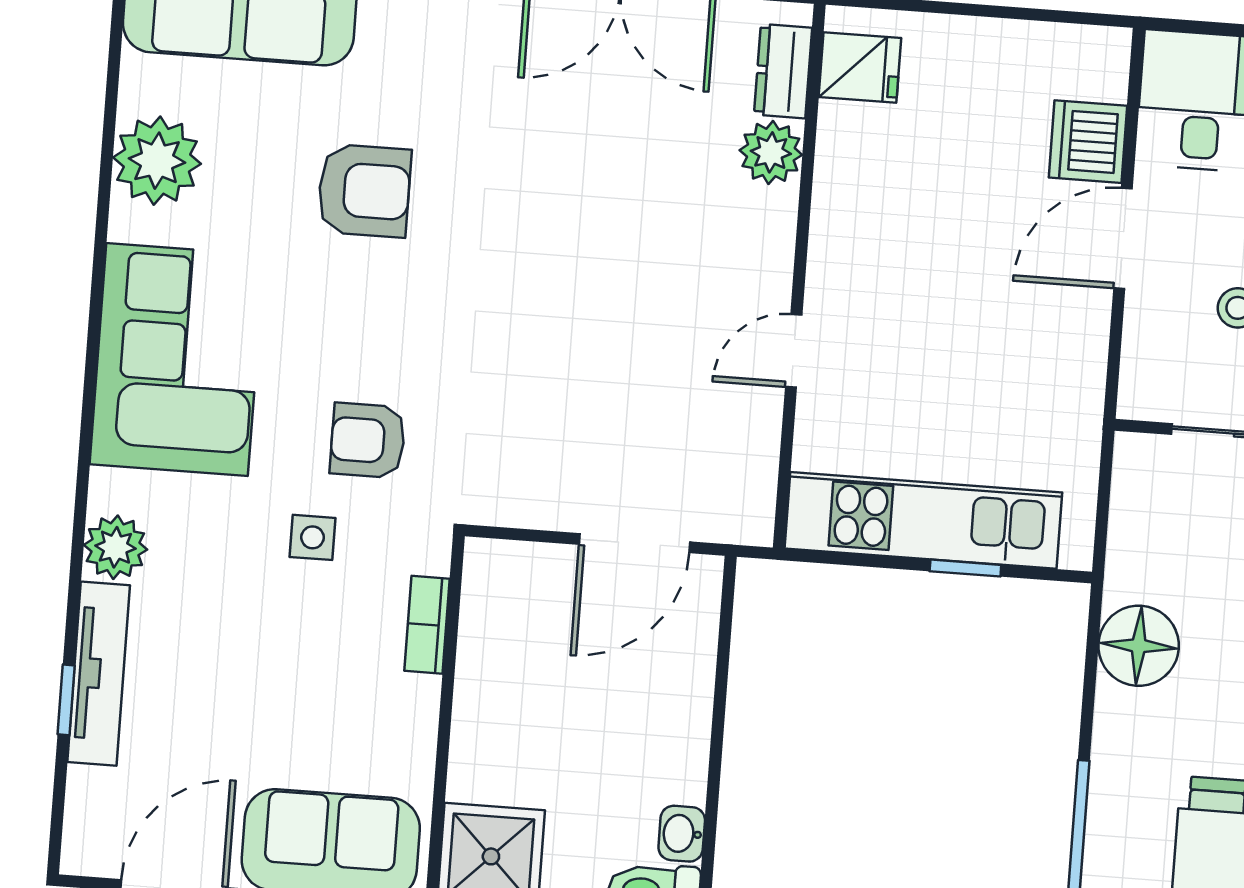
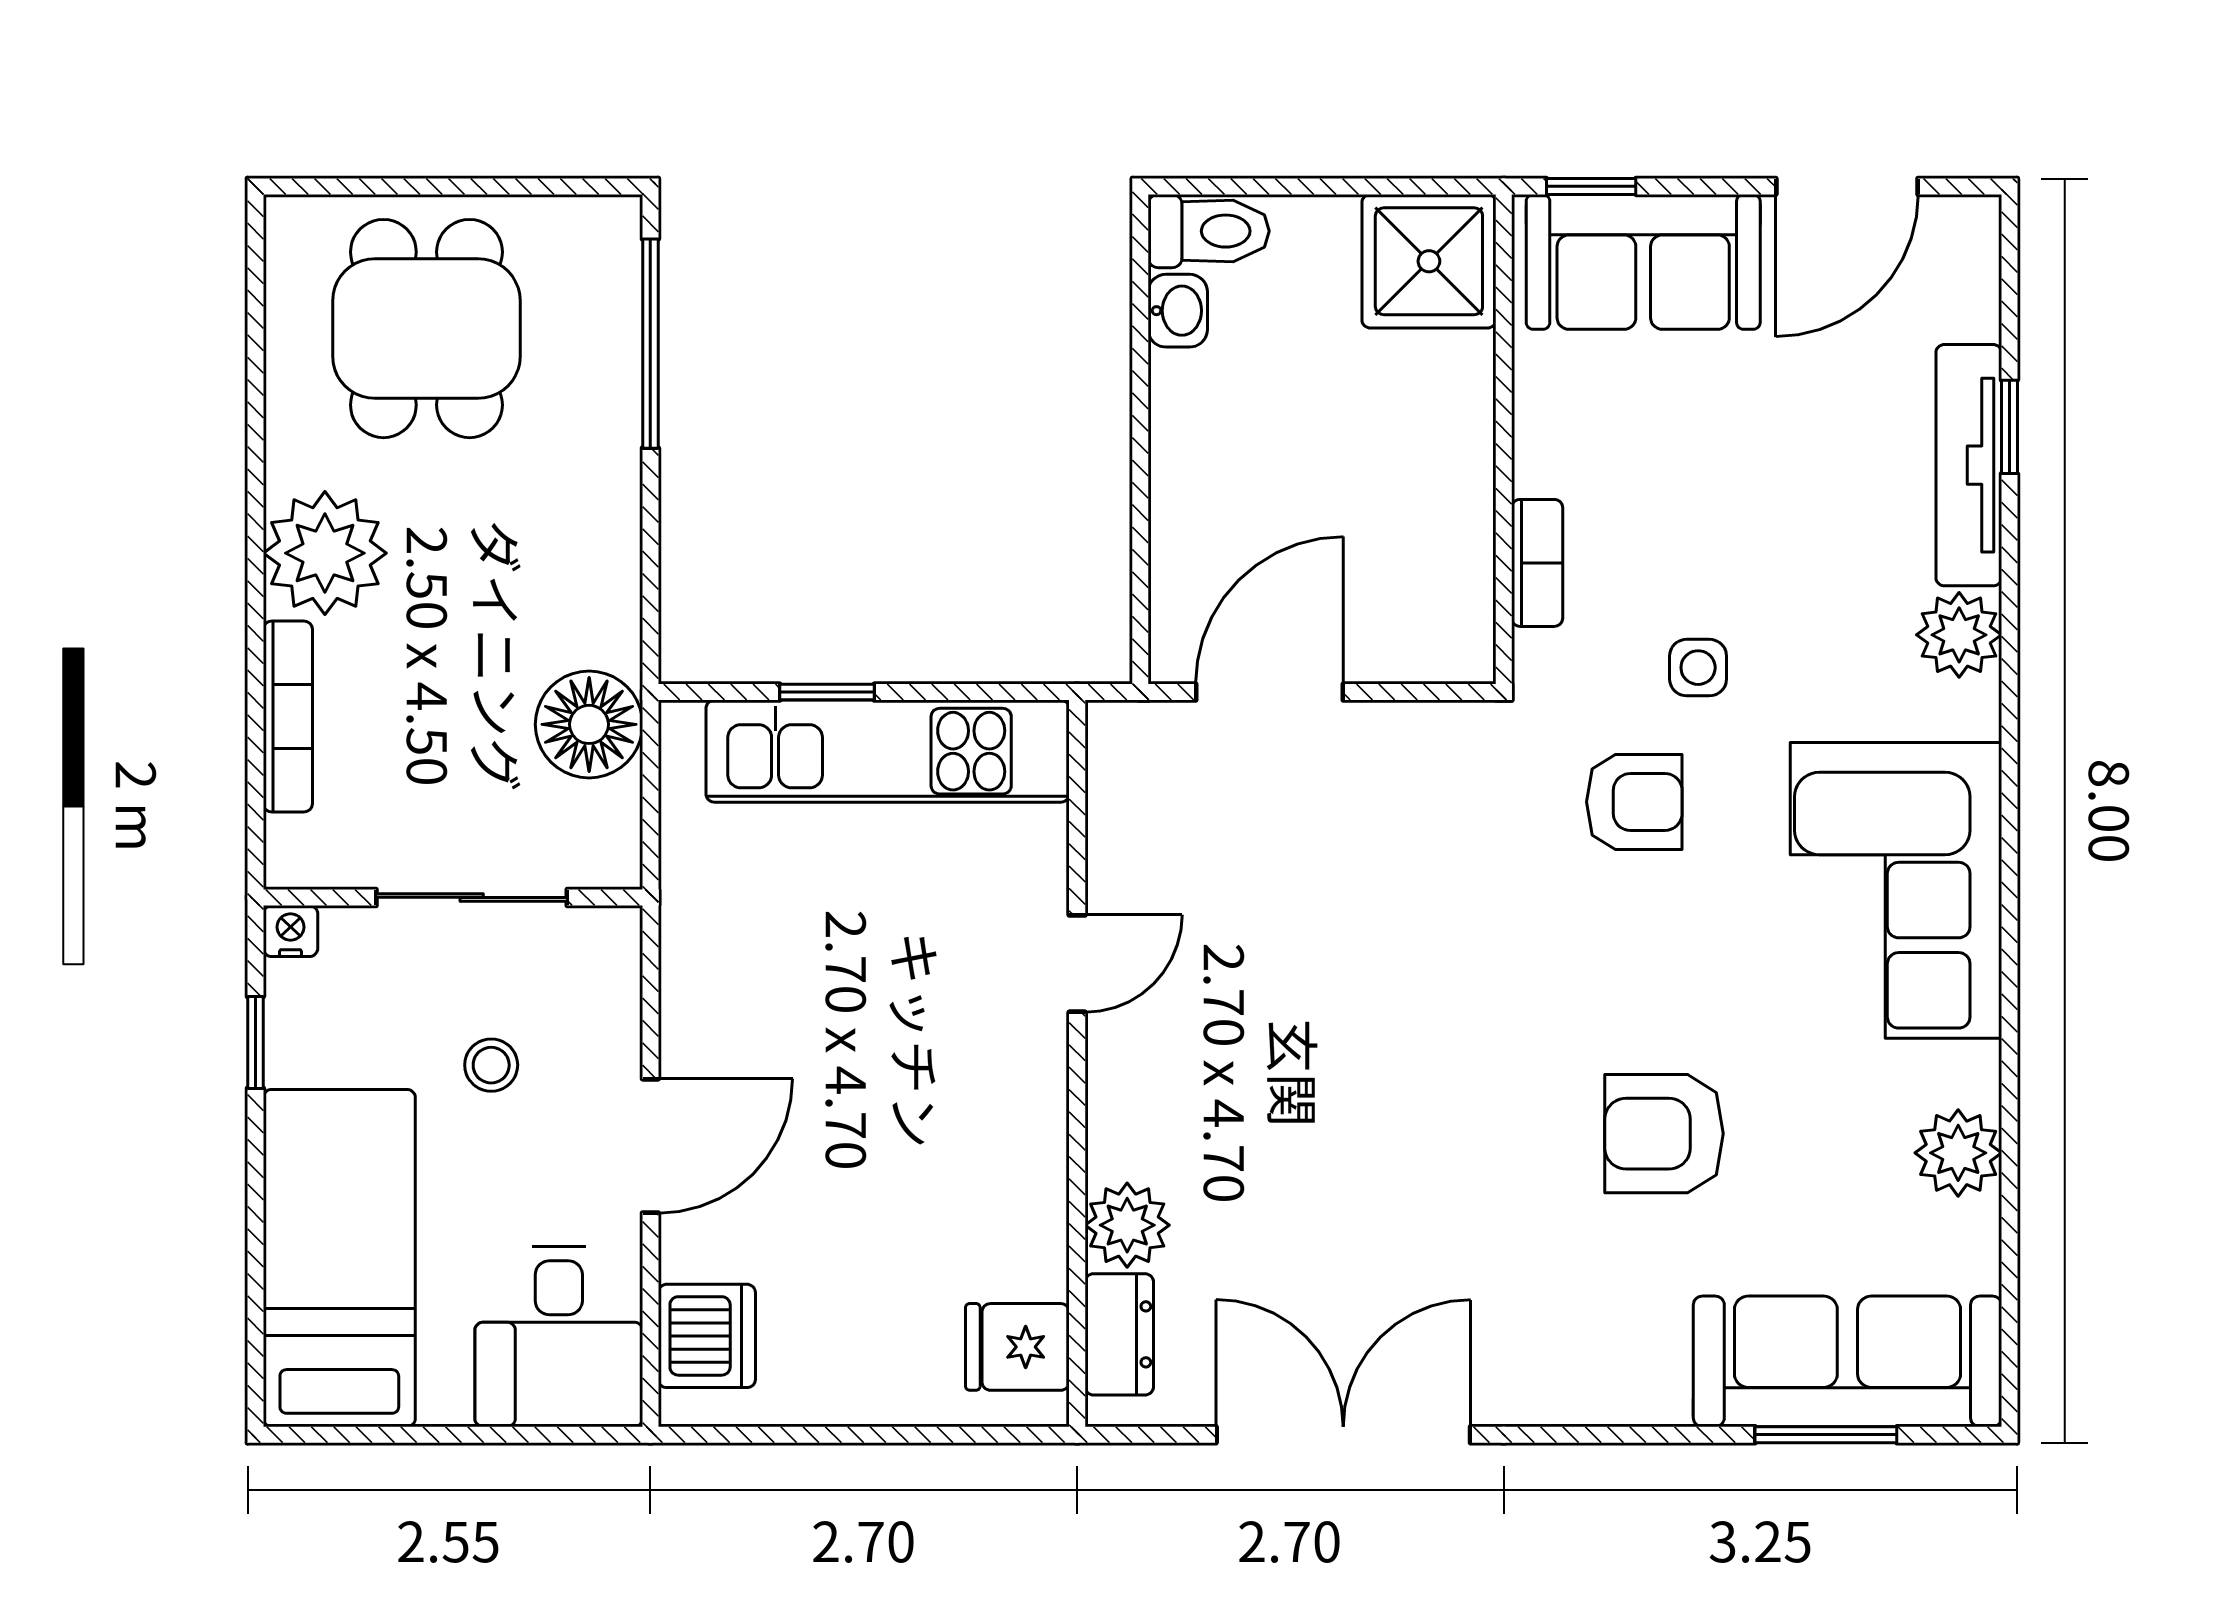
dishwasher: (1088, 142) -> (707, 1336), moved
plant: (157, 161) -> (1958, 1153), width x0.73, depth x0.73
floor lamp: (1139, 646) -> (589, 724), moved

